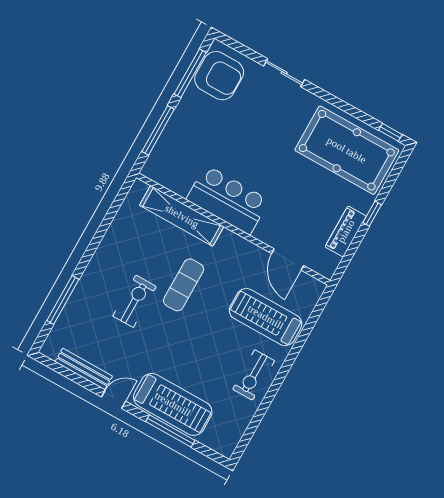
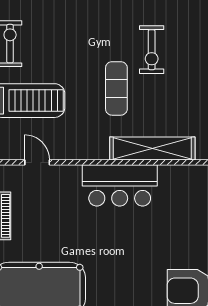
door: (288, 260) -> (37, 162), width x0.73

